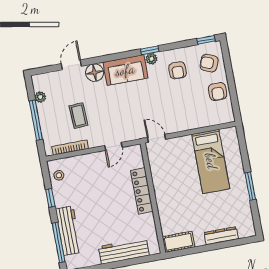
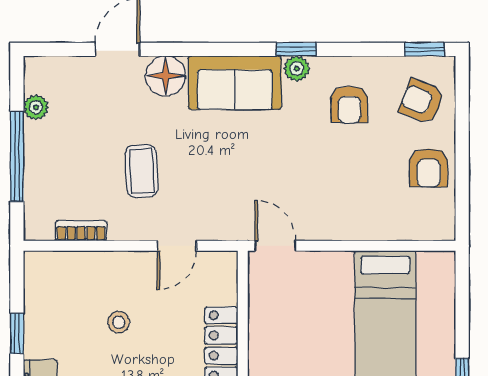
coffee table: (79, 116) -> (142, 171), moved
bookcase: (70, 148) -> (81, 231), width x0.64
stool: (59, 175) -> (119, 322), moved

